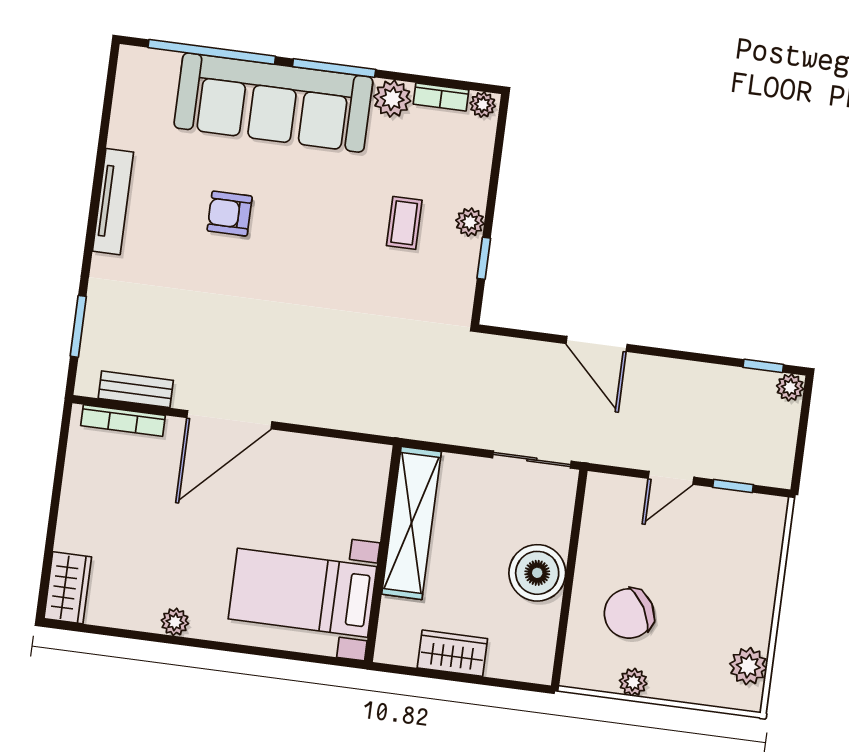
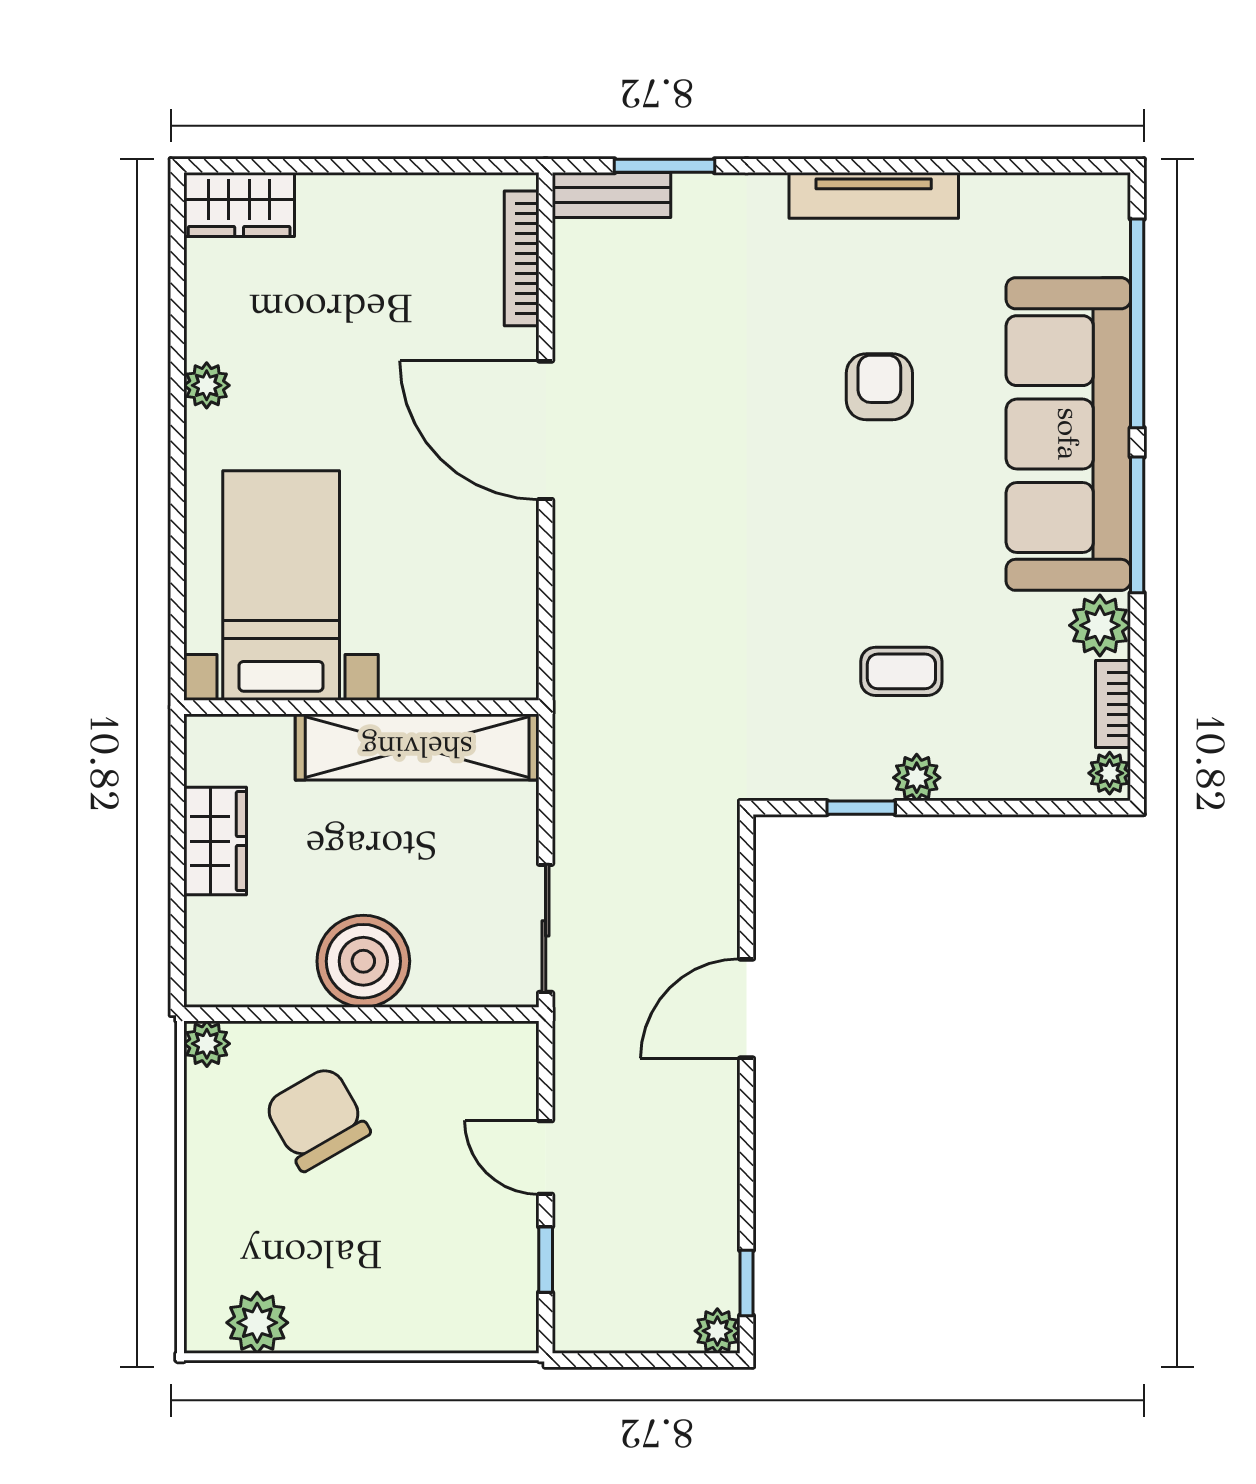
bench: (136, 389) -> (611, 195), moved, turned 90
plant: (633, 682) -> (207, 1044), moved

